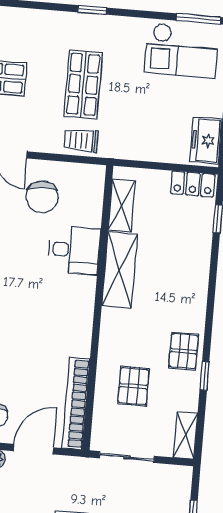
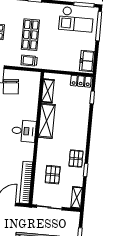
desk: (74, 250) -> (24, 131), moved

